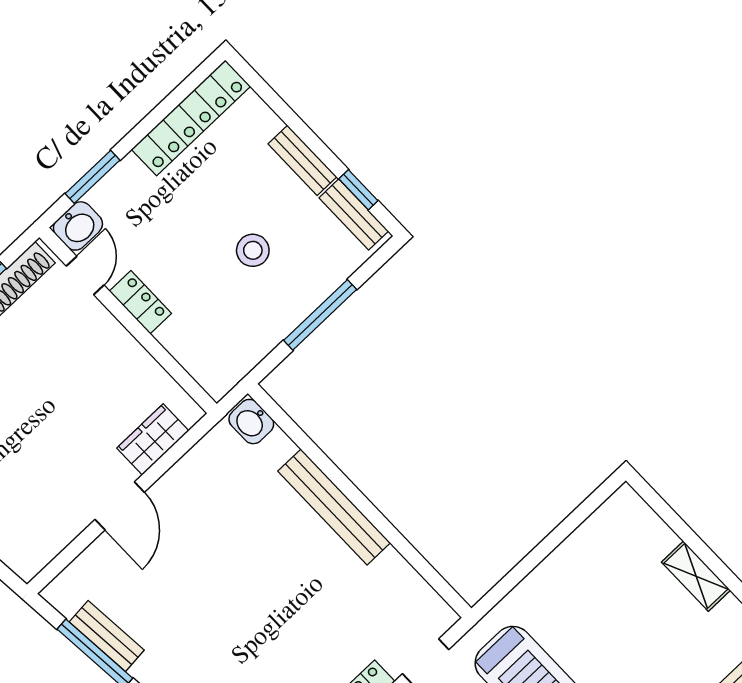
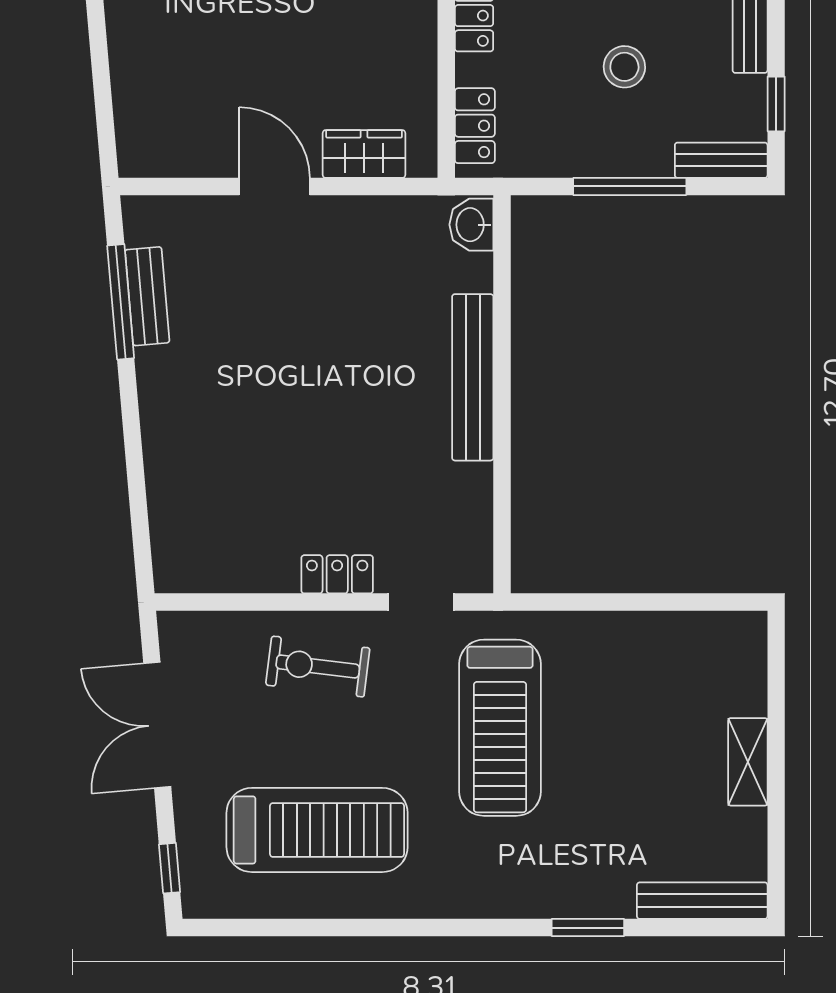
bench: (354, 214) -> (721, 160), moved, turned 90
locker: (200, 364) -> (475, 126), added
door: (120, 506) -> (274, 186), swing flipped

